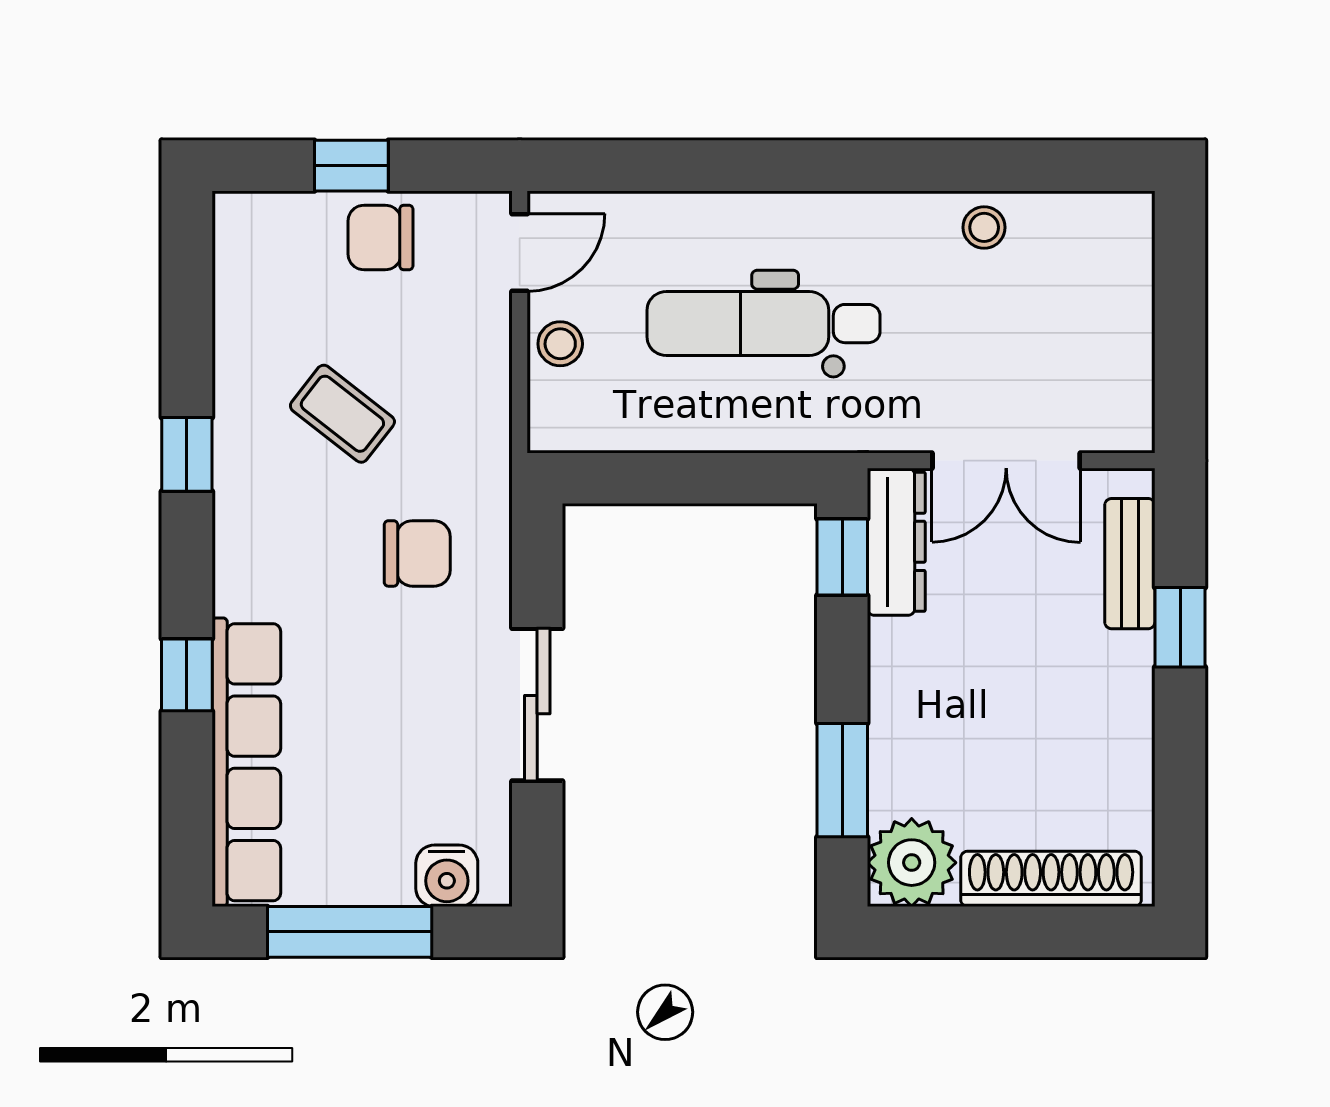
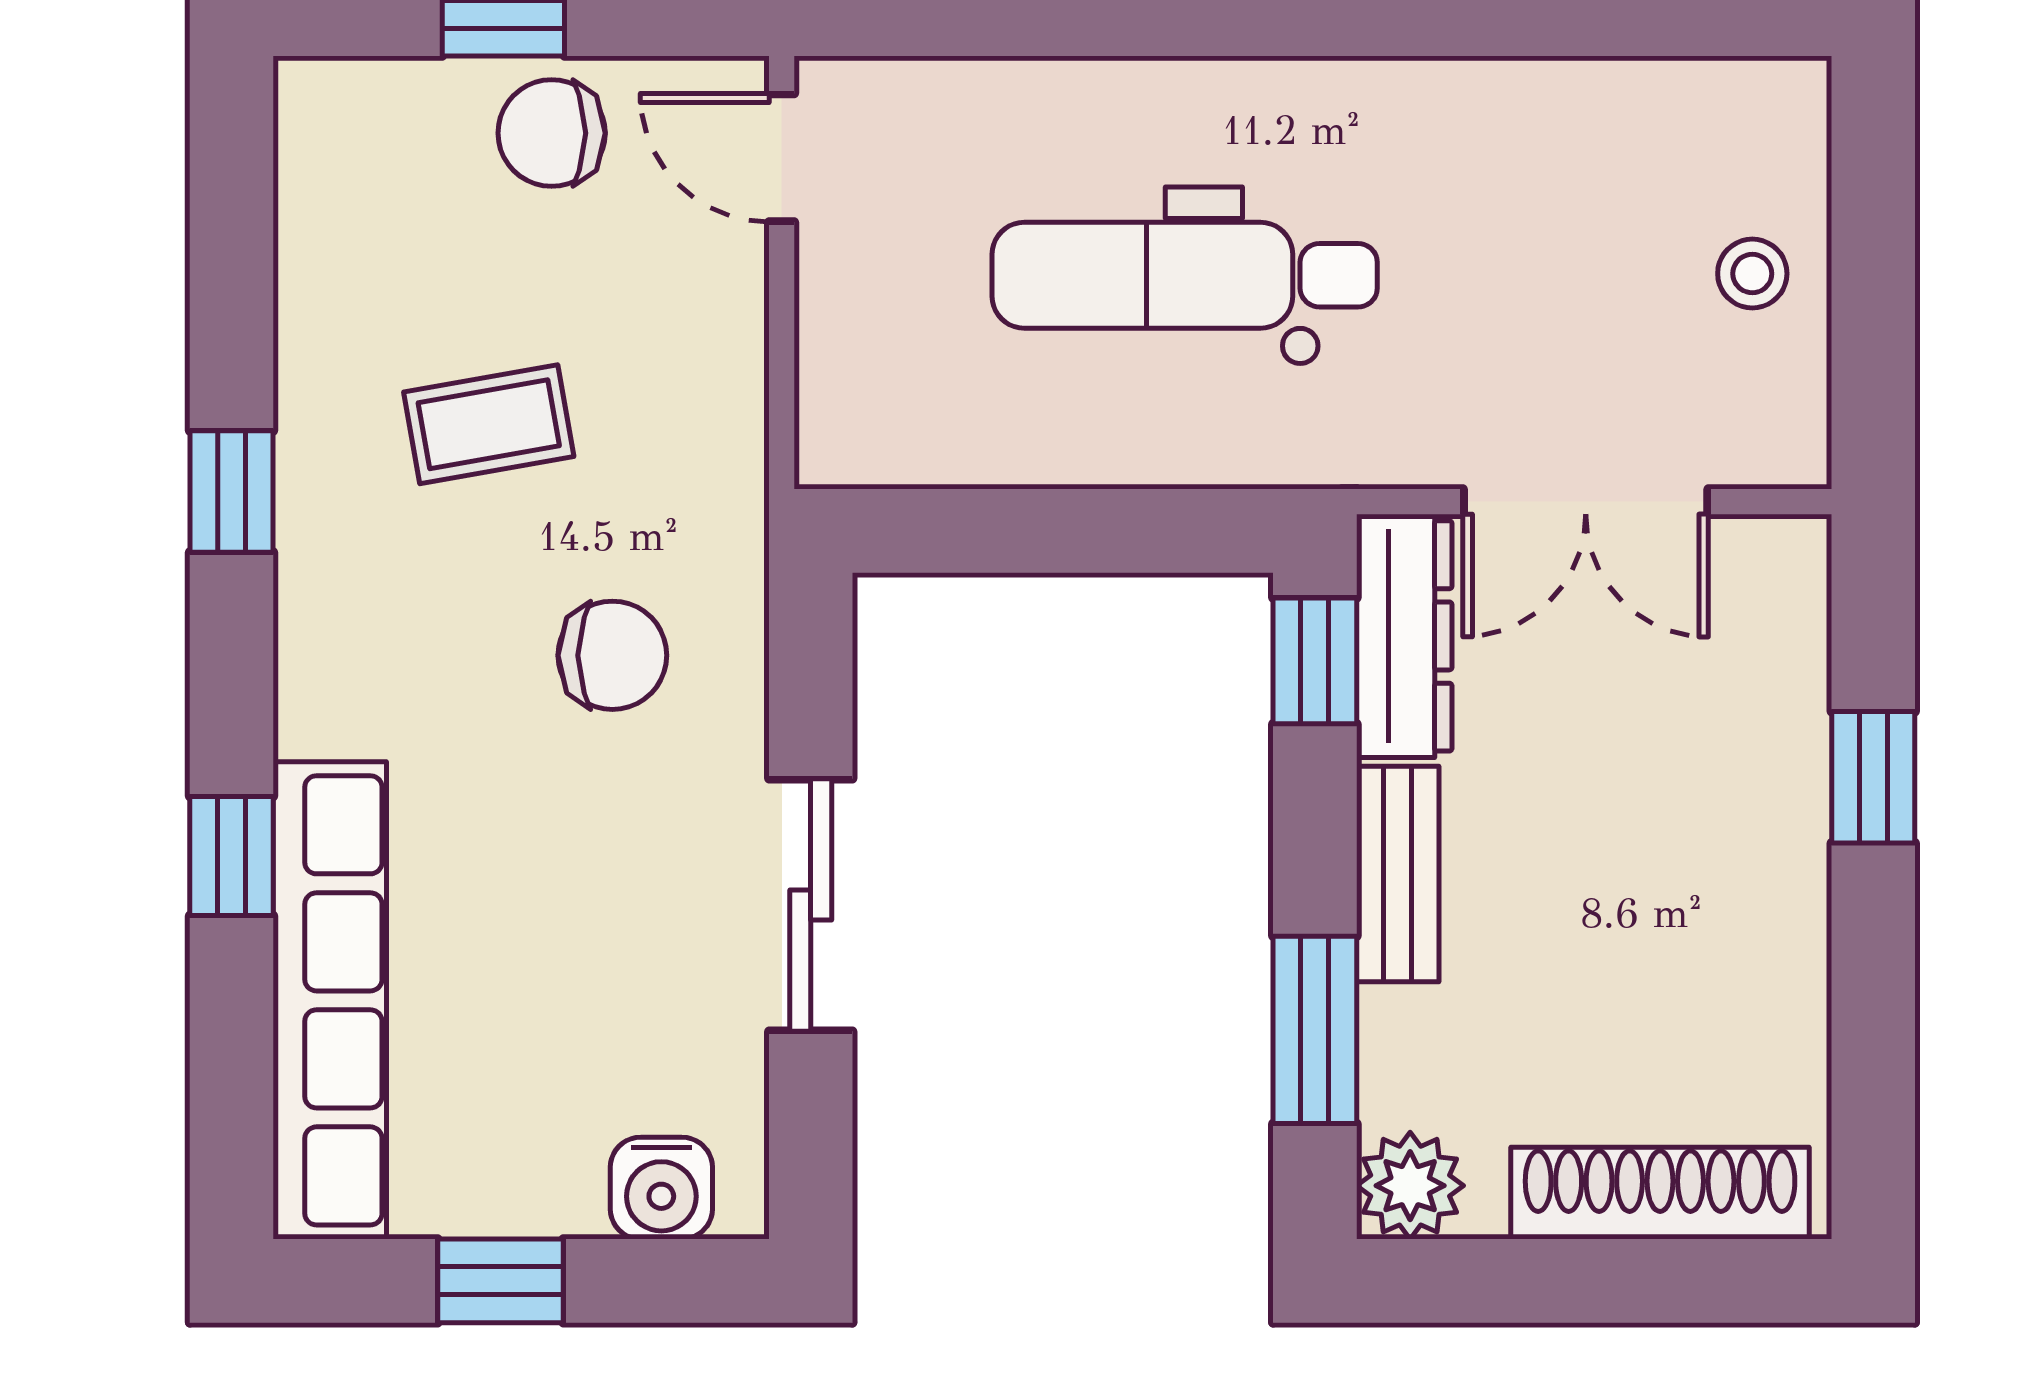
stool: (984, 227) -> (1752, 274), moved
door: (520, 252) -> (782, 158), swing flipped
stool: (560, 344) -> (849, 309), removed
coffee table: (342, 414) -> (489, 424), turned -48
bench: (1130, 564) -> (1398, 874), moved
plant: (912, 863) -> (1410, 1186), width x0.73, depth x0.73
window: (350, 932) -> (501, 1281), width x0.46

